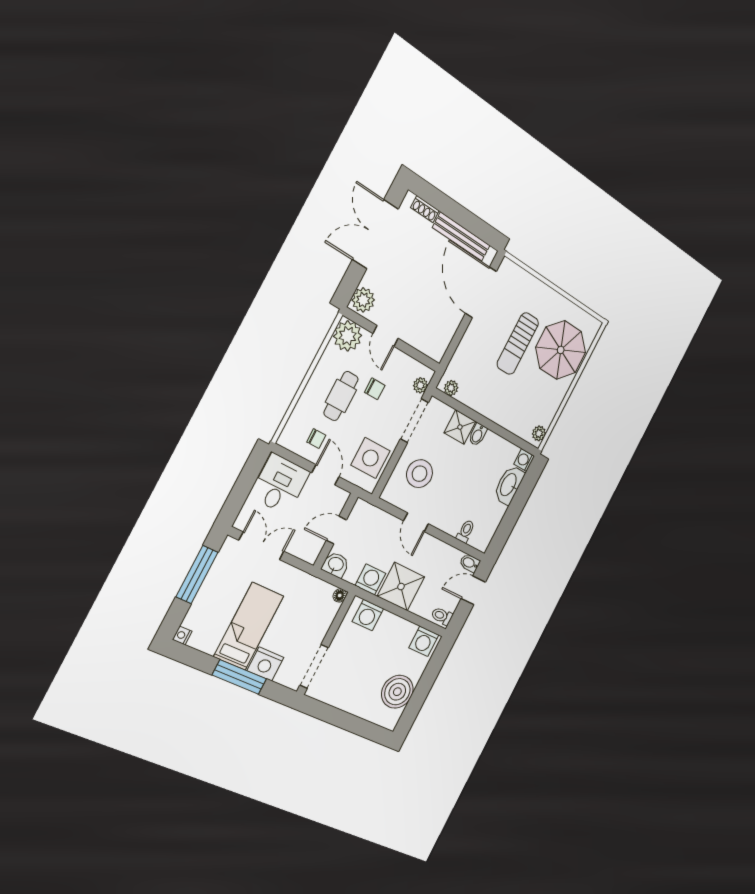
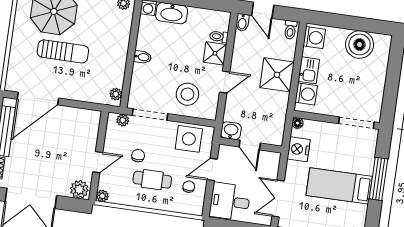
plant: (348, 336) -> (102, 196), width x0.53, depth x0.53
shower: (460, 427) -> (215, 53), moved
washbasin: (336, 565) -> (231, 131), moved, turned 90
washing machine: (370, 579) -> (279, 103), removed
kitchen sink: (392, 625) -> (309, 70), added
nightstand: (265, 664) -> (299, 149), moved, turned 180

